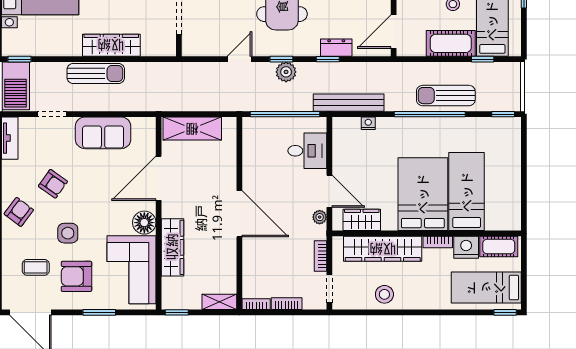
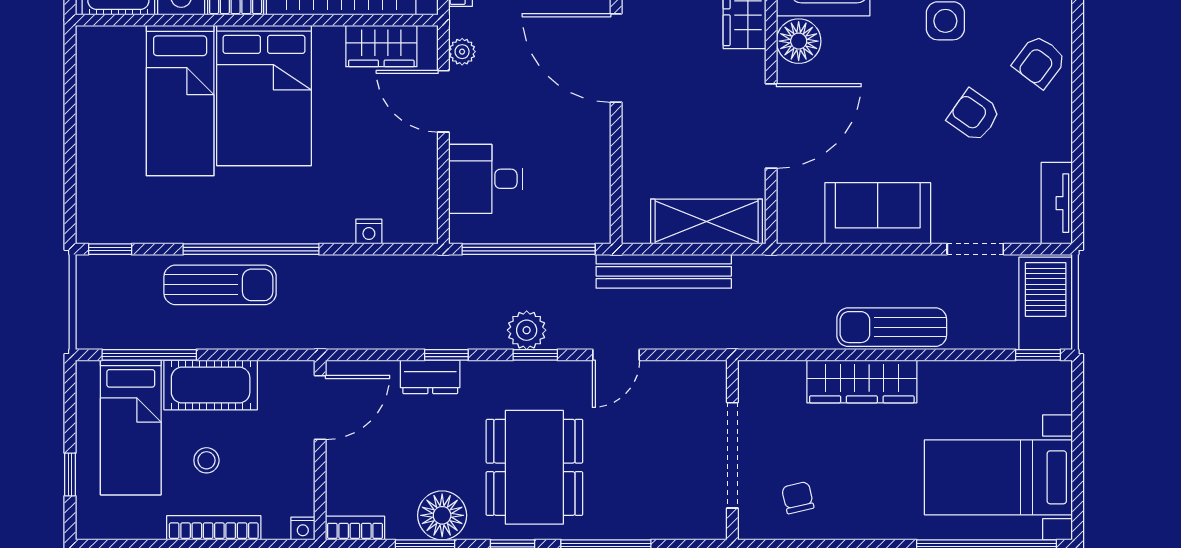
window: (483, 59) -> (149, 355), width x2.17
bench: (349, 103) -> (664, 271), moved

